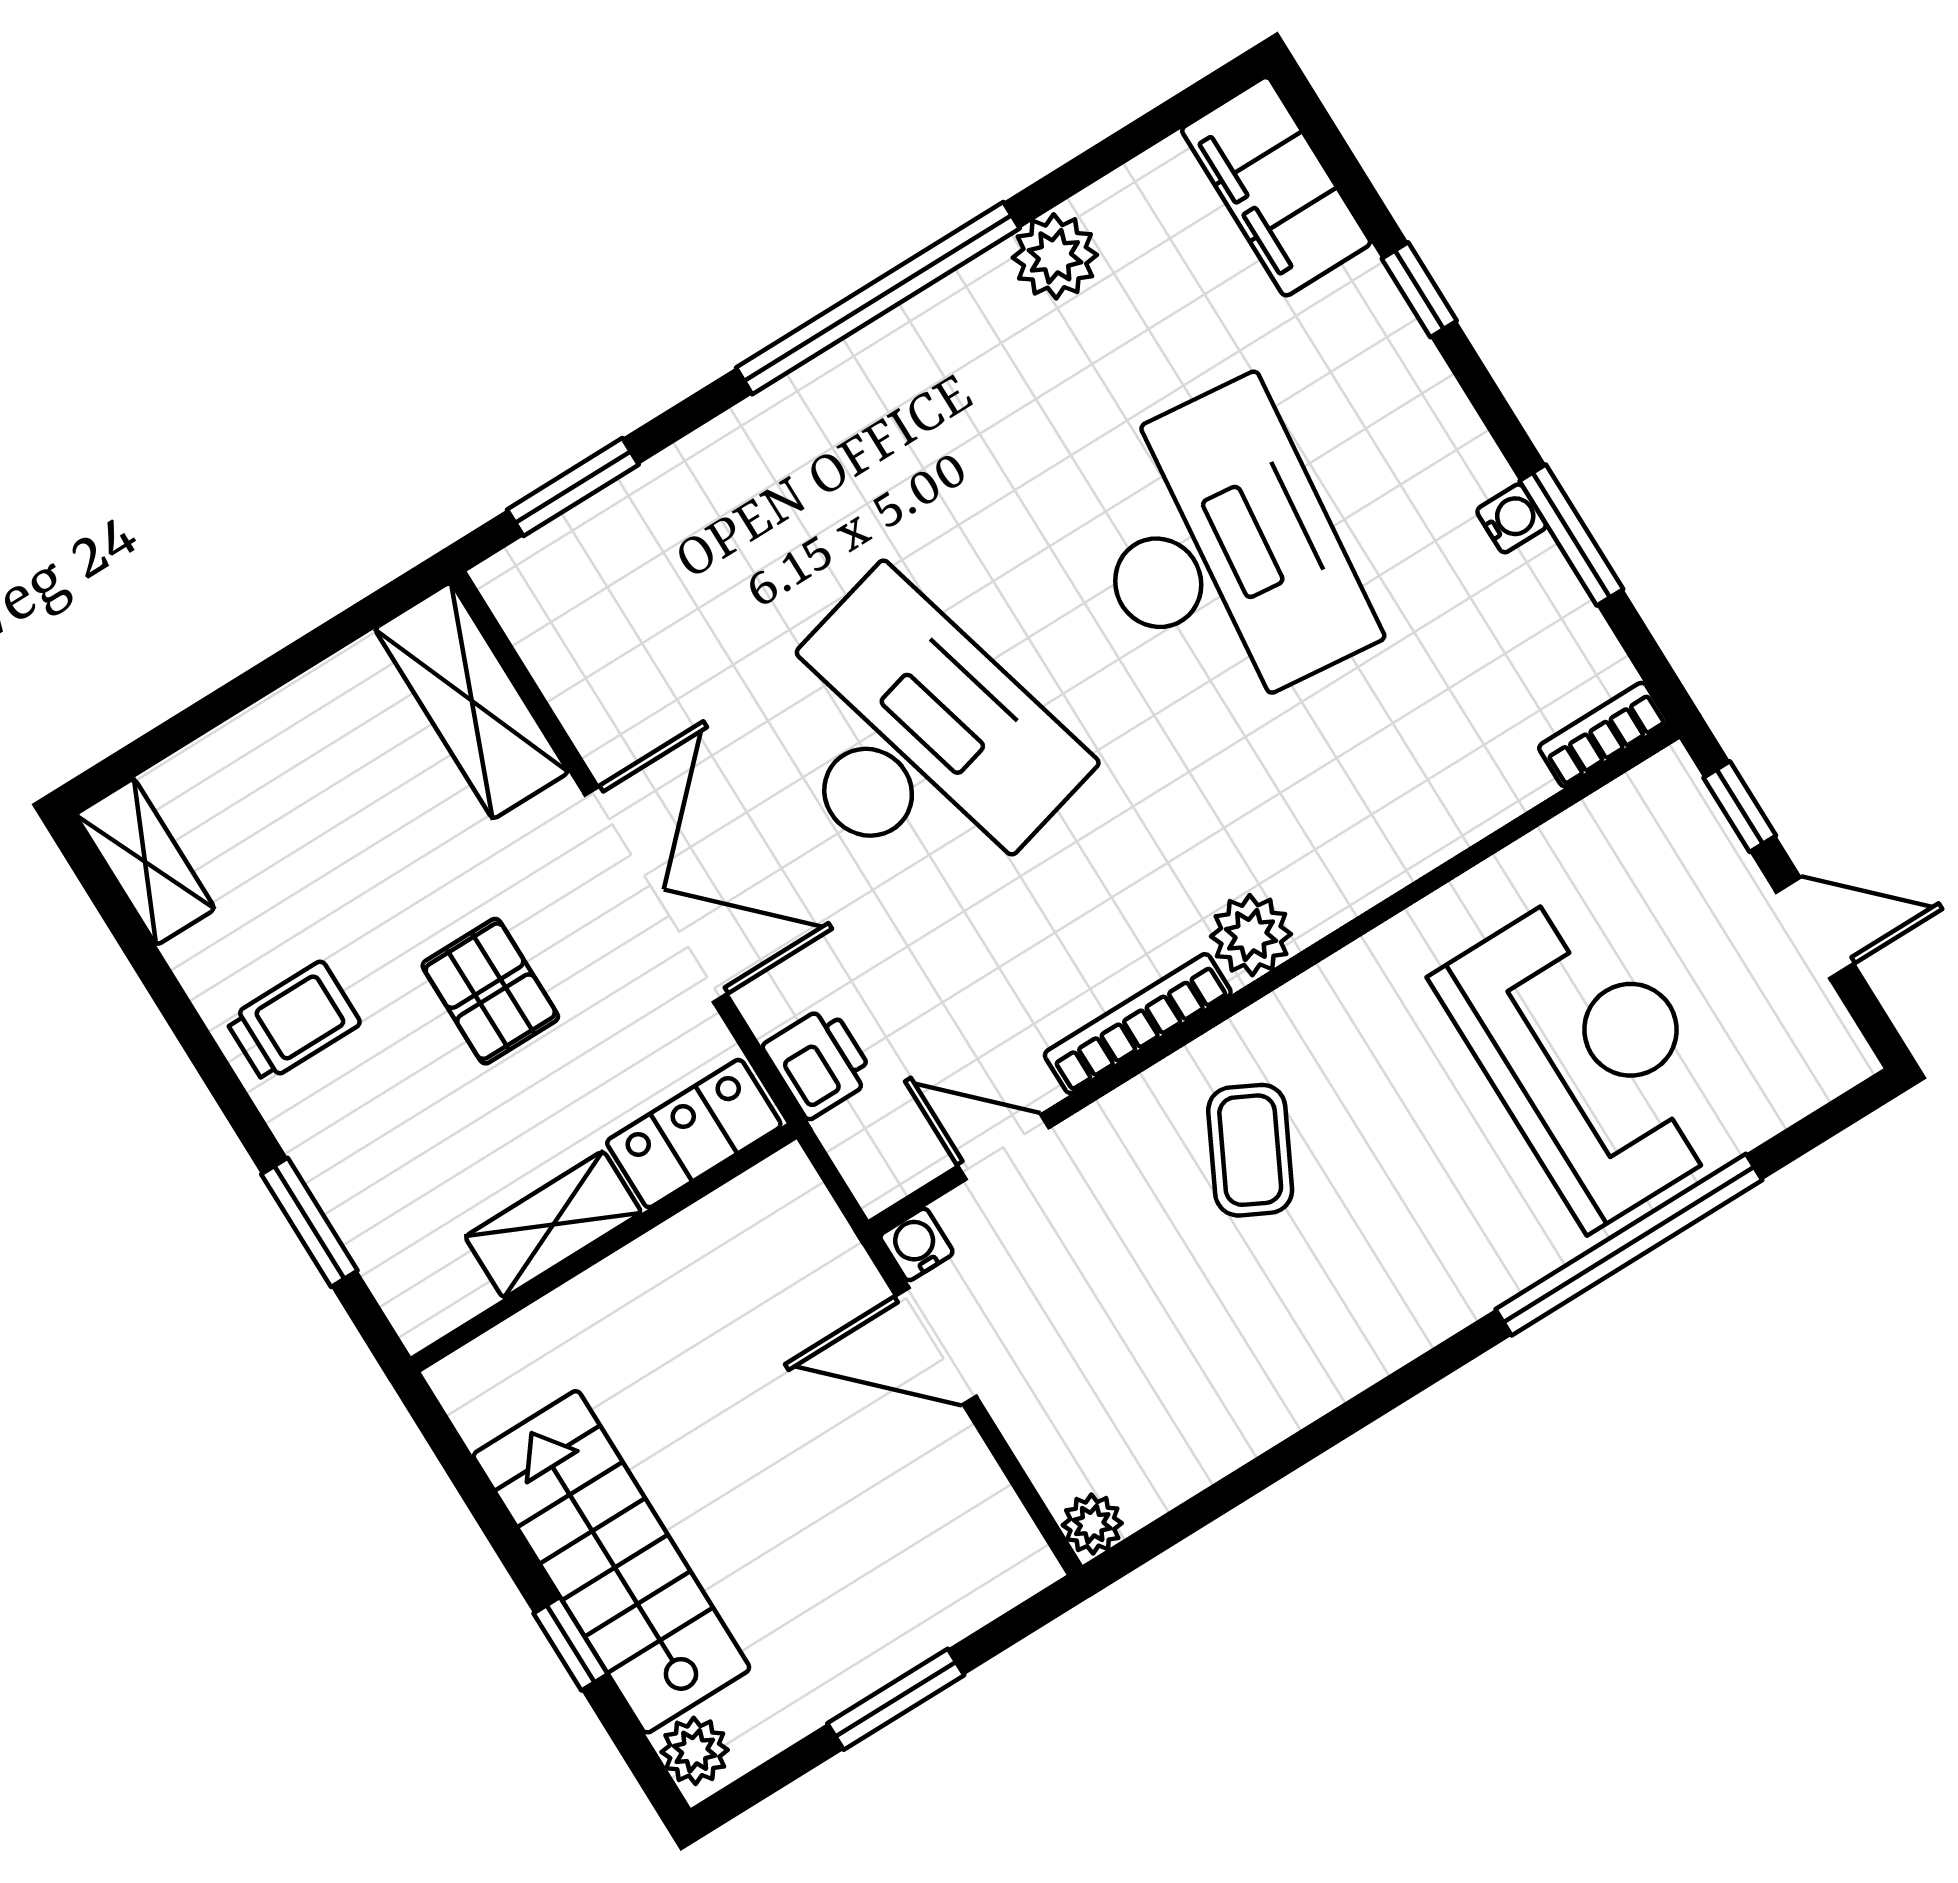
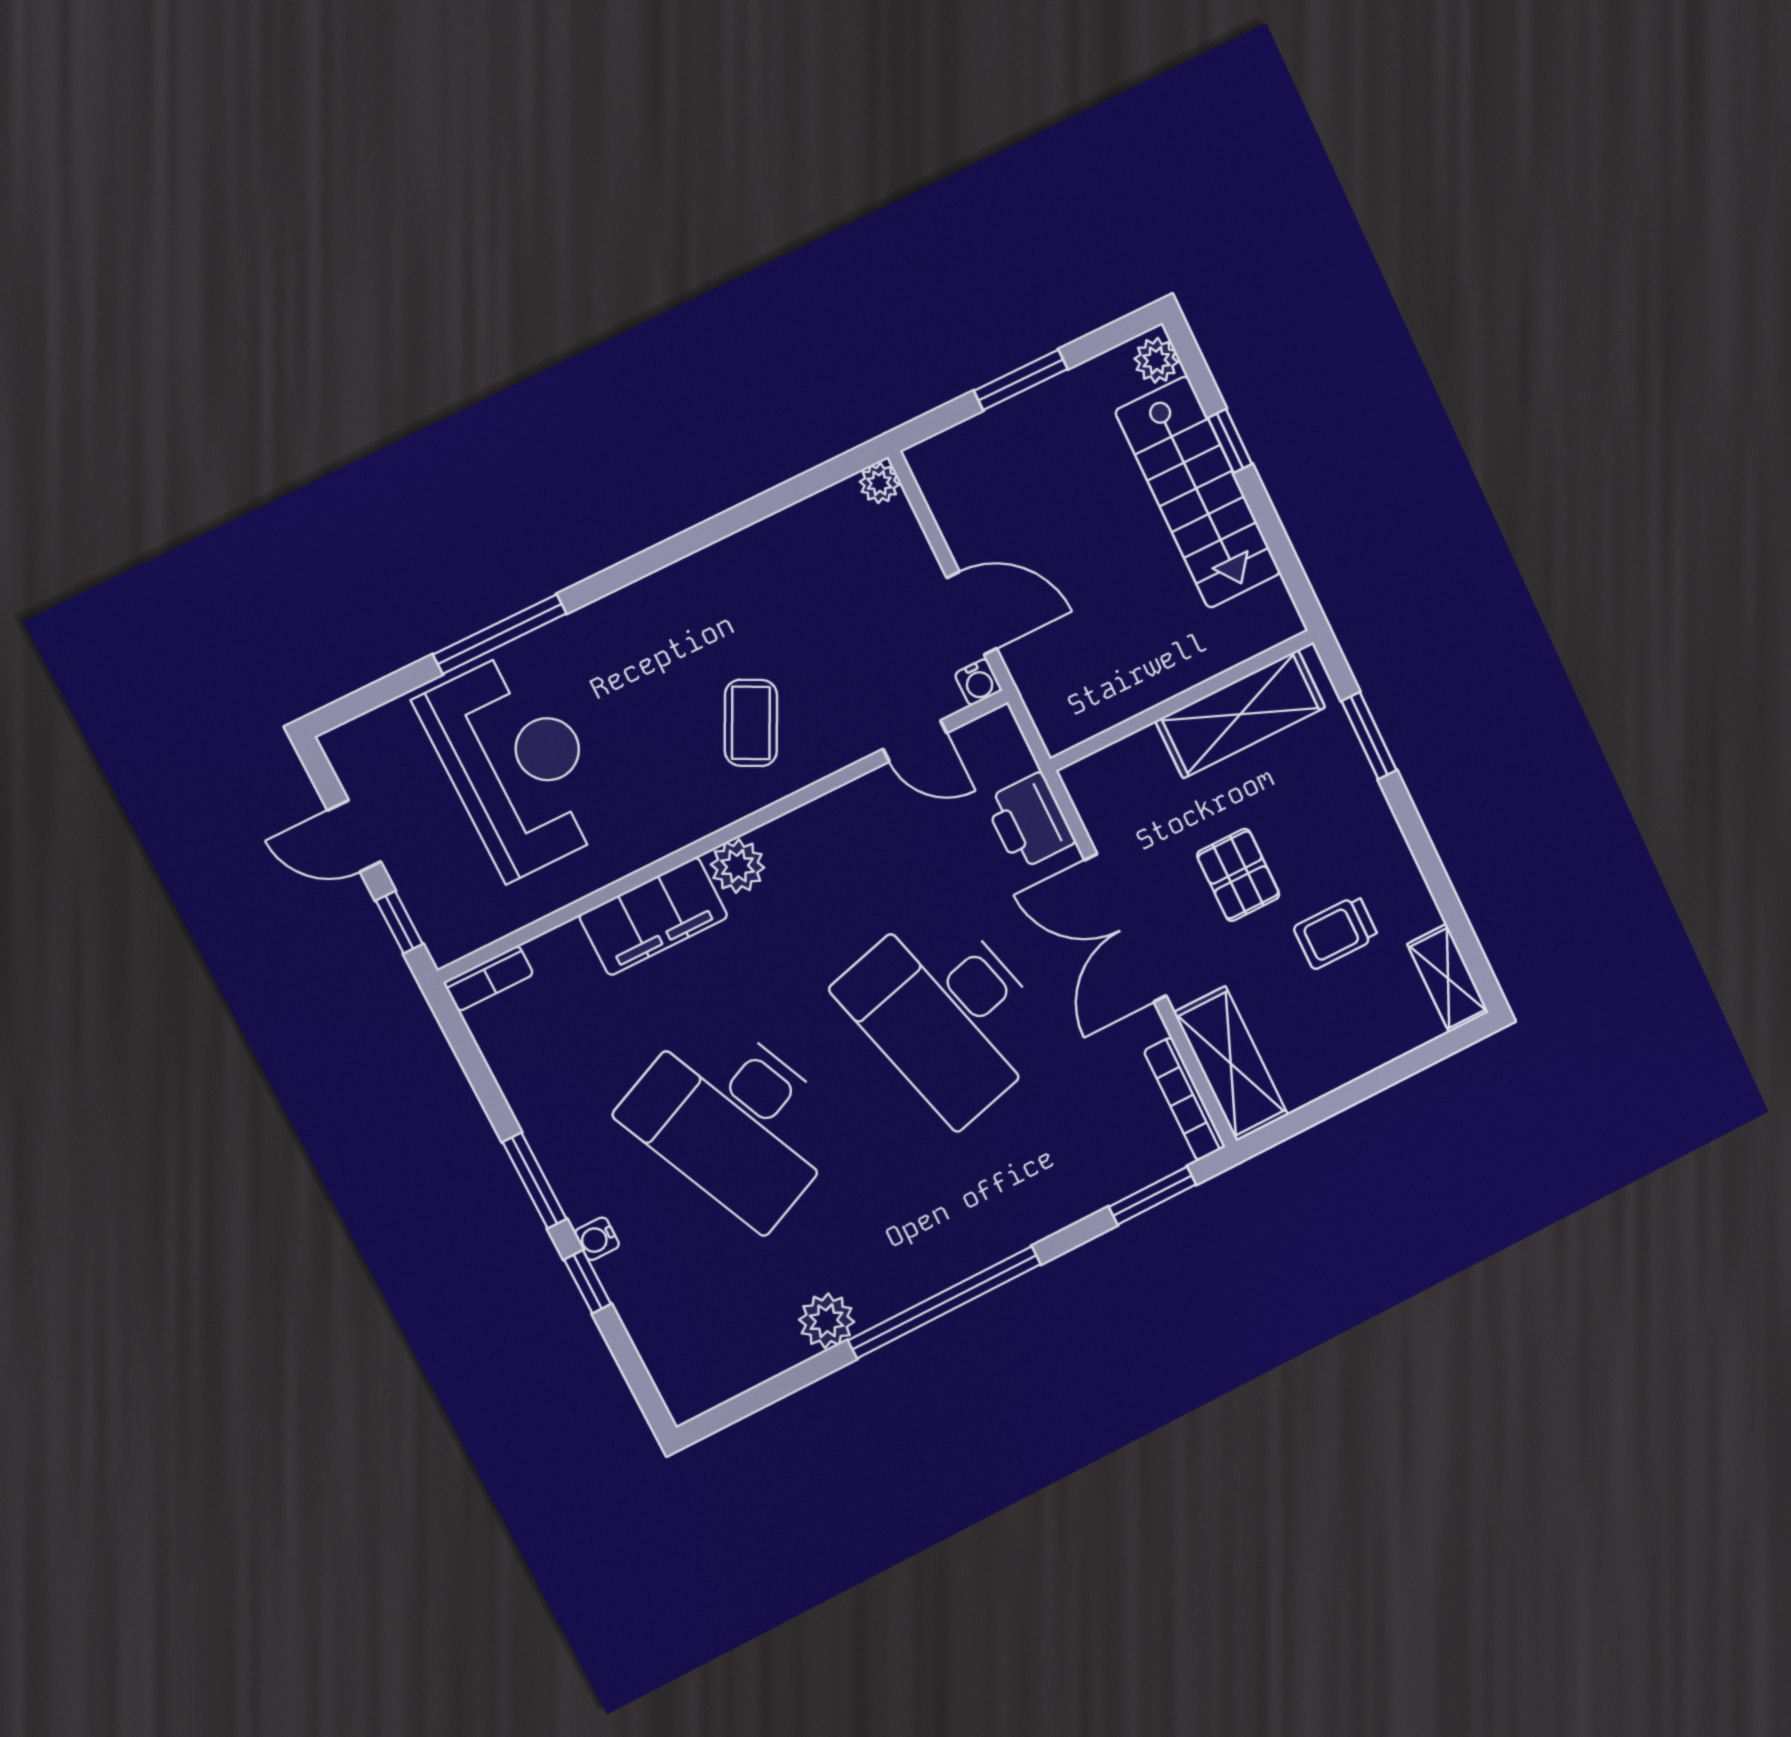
filing cabinet: (1276, 186) -> (653, 916), moved, turned 90
water cooler: (1512, 518) -> (597, 1239), moved
window: (1571, 535) -> (535, 1181), moved
desk: (1221, 553) -> (735, 1120), turned -30
trolley: (293, 1022) -> (1336, 932), moved
bookcase: (1138, 1024) -> (1184, 1099), moved, turned 90
reception desk: (1588, 1056) -> (517, 764), turned 180
printer: (819, 1062) -> (1030, 821), width x1.36, depth x1.24
locker: (694, 1134) -> (1117, 770), removed
shelving: (553, 1225) -> (1240, 714), width x1.50, depth x1.33
window: (1629, 1245) -> (500, 634), width x0.68

